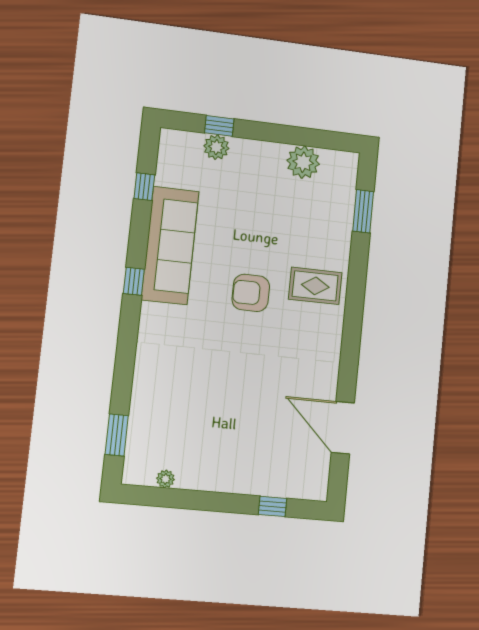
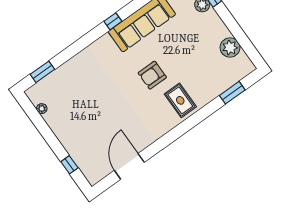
armchair: (251, 293) -> (152, 75), turned -90

